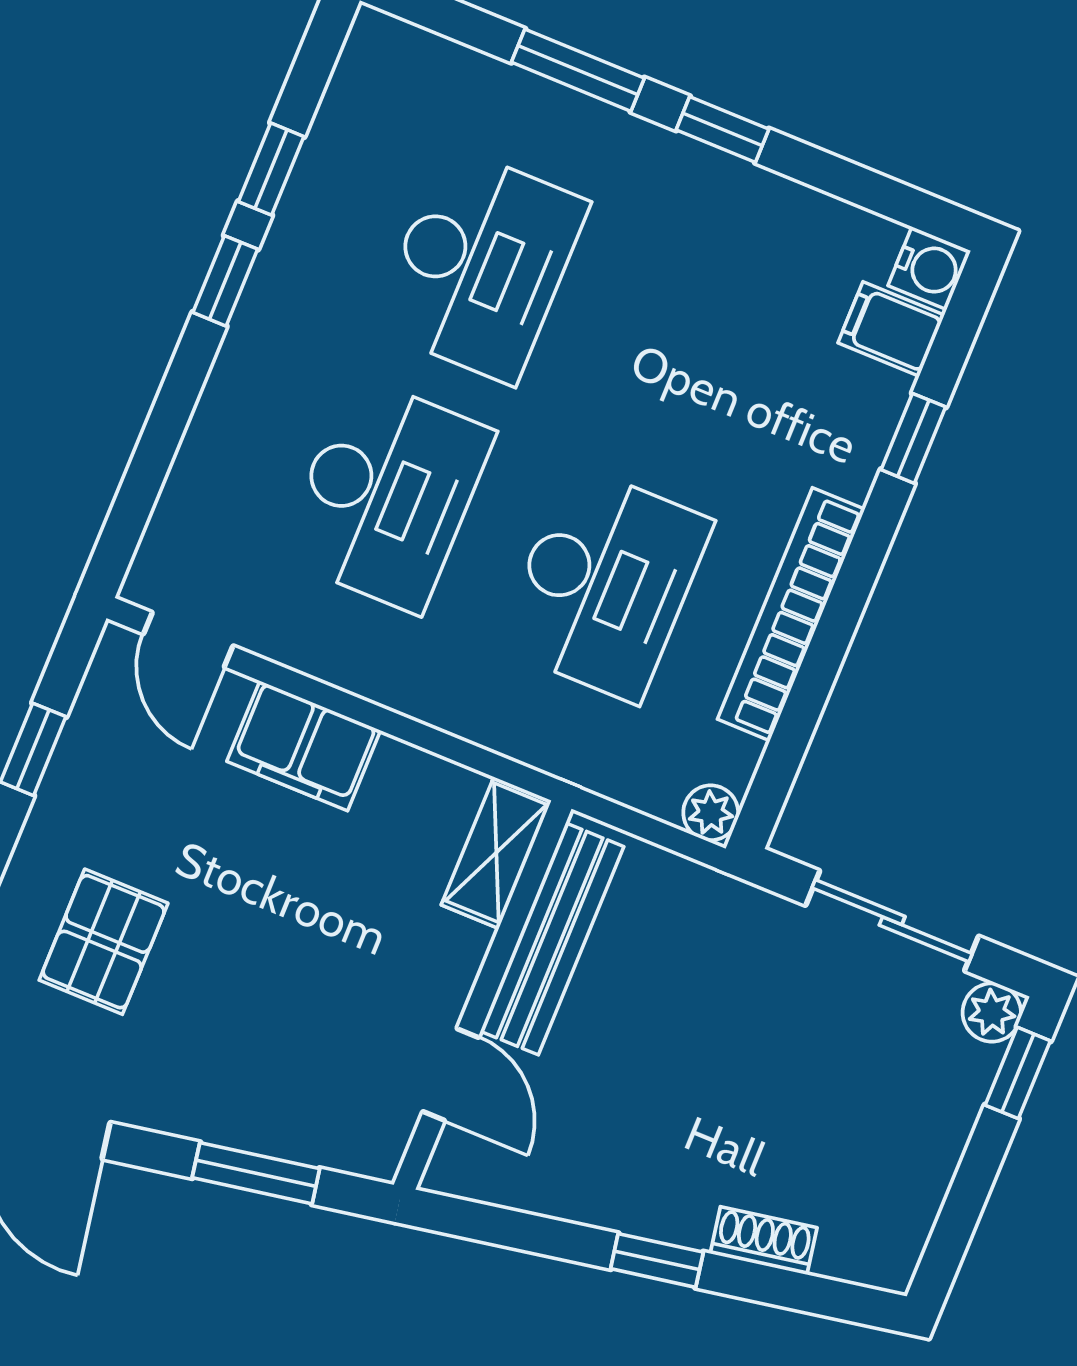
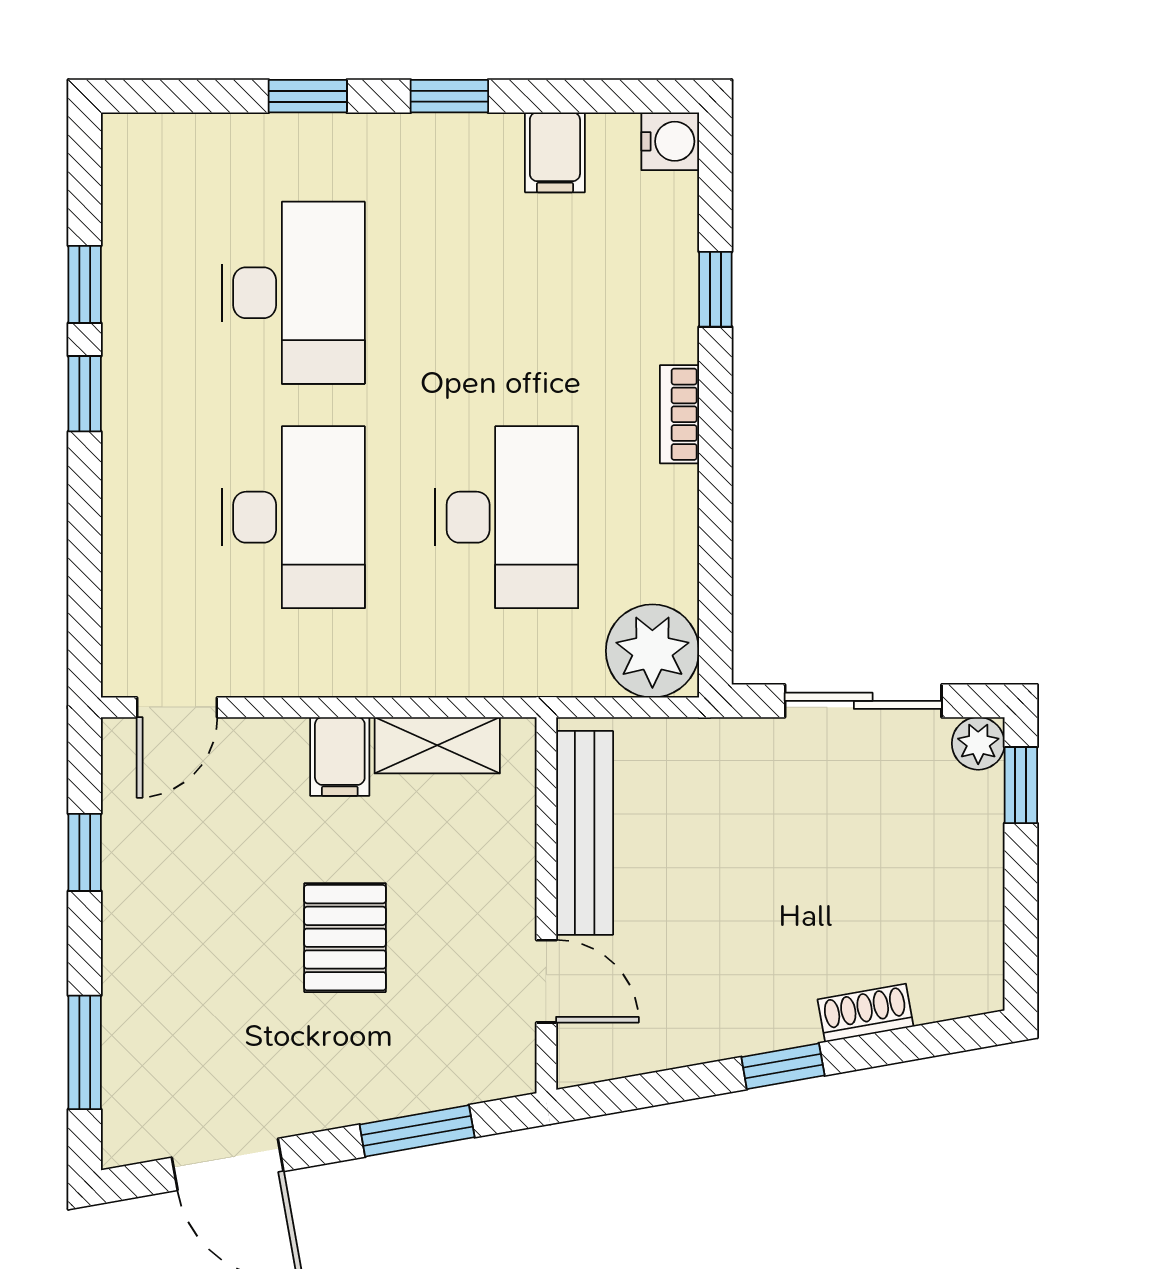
window: (578, 70) -> (308, 96), width x0.67
filing cabinet: (891, 329) -> (555, 152), moved, turned -90
bookcase: (791, 614) -> (679, 414), width x0.43, depth x0.76
door: (188, 640) -> (177, 707), hinge flipped
filing cabinet: (304, 746) -> (340, 756), width x0.50
plant: (711, 813) -> (652, 651), width x1.87, depth x1.87
shelving: (496, 853) -> (437, 745), moved, turned 90
pallet: (104, 942) -> (345, 938), moved

